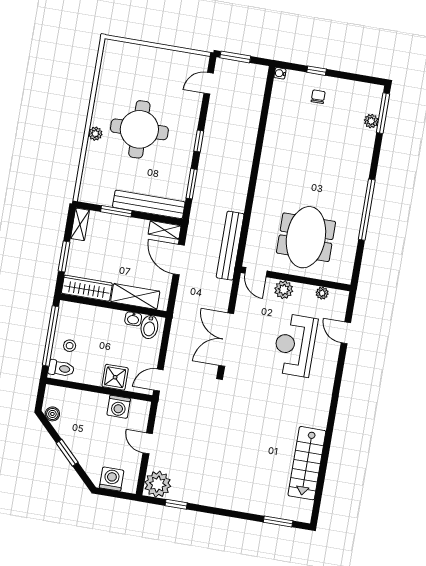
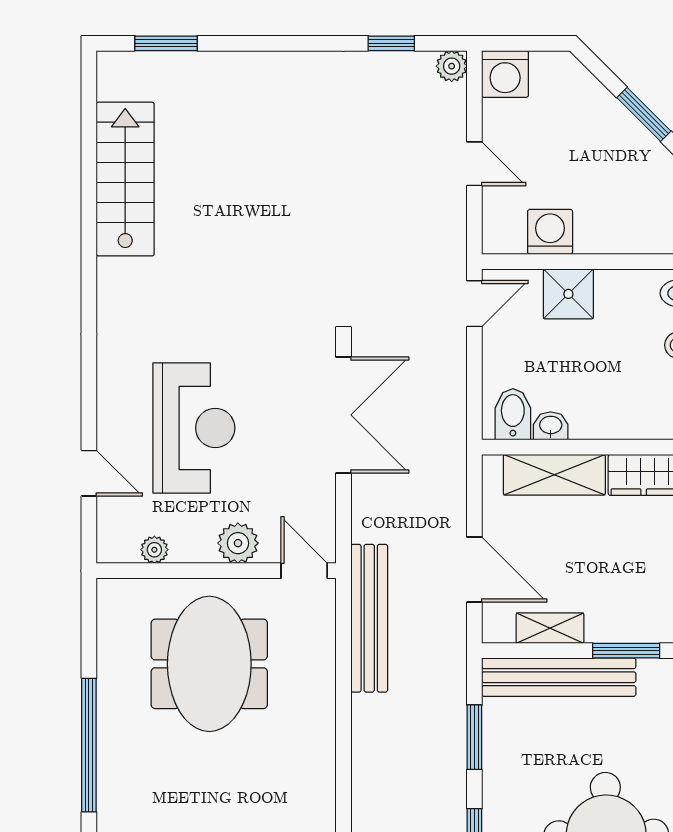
shelving: (165, 230) -> (550, 628), moved
washing machine: (112, 479) -> (505, 74), moved
plant: (158, 484) -> (452, 66), width x0.53, depth x0.53

